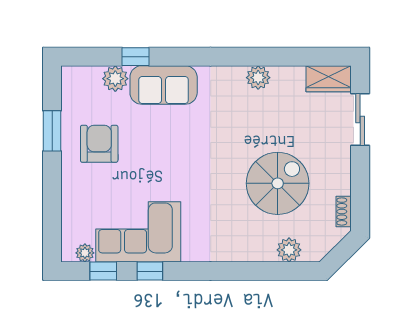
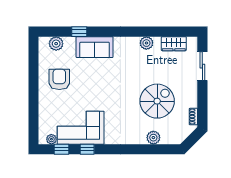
plant: (115, 79) -> (56, 44), moved
wardrobe: (329, 79) -> (174, 44), moved
window: (52, 131) -> (33, 72), removed
plant: (289, 250) -> (153, 138), moved

